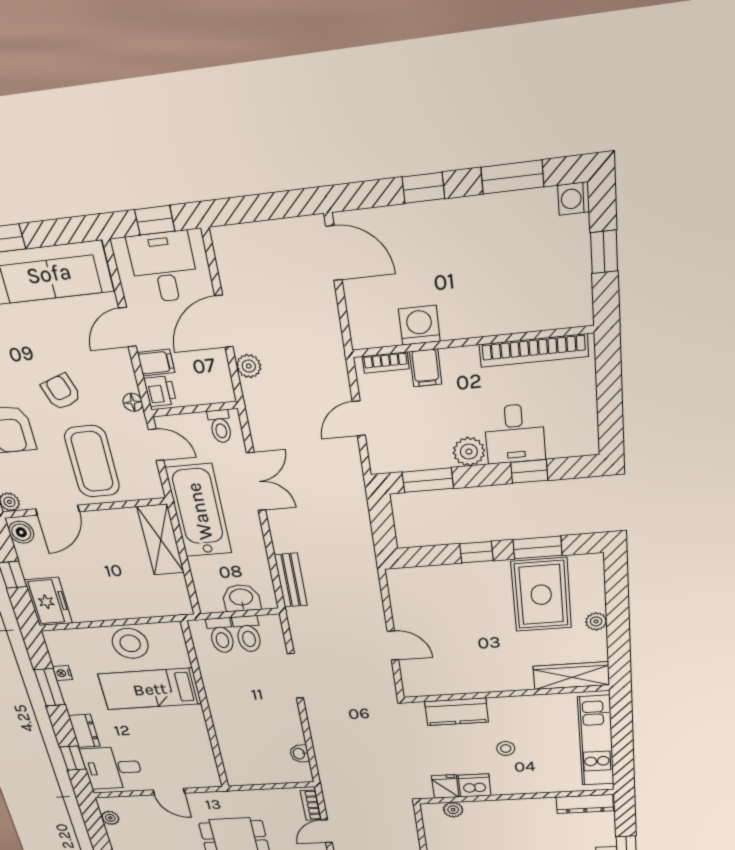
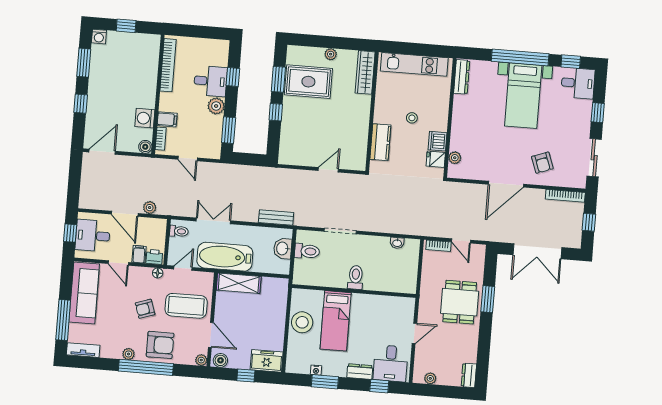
boiler: (363, 337) -> (145, 147), added
toilet: (221, 635) -> (356, 277), moved, turned -90

